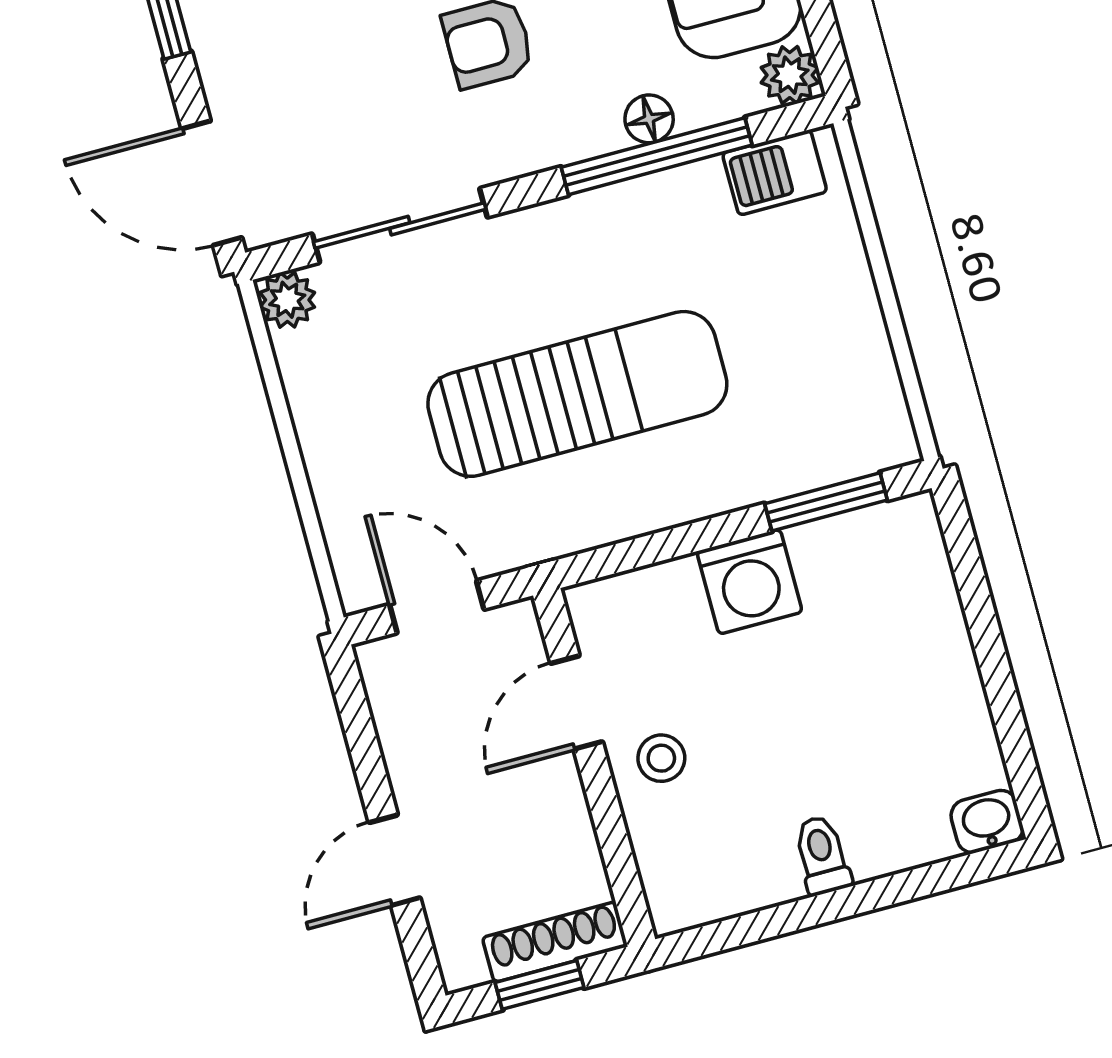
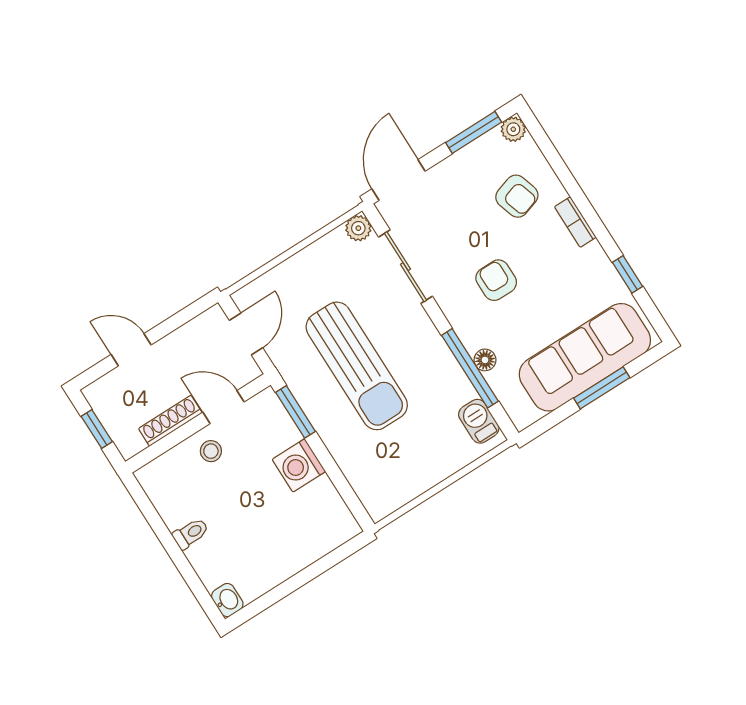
plant: (790, 75) -> (523, 415), removed
window: (826, 502) -> (295, 412), moved
shoe rack: (555, 942) -> (170, 421), moved, turned -90

